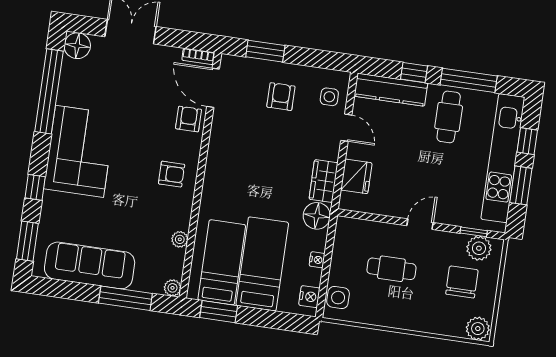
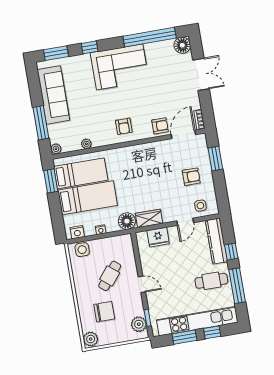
cafe table: (391, 269) -> (110, 276), turned 39
chair: (462, 282) -> (104, 312), moved

